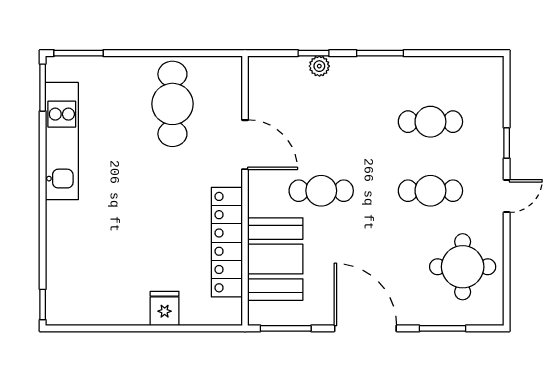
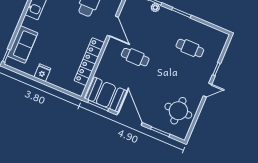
cafe table: (430, 191) -> (178, 75), removed
booth: (275, 259) -> (106, 95), moved, turned 90
sofa: (68, 266) -> (23, 44), added
fridge: (165, 308) -> (42, 73), moved

